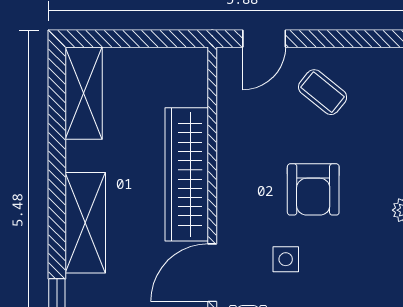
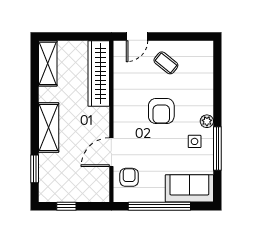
wardrobe: (187, 174) -> (99, 73), moved
side table: (286, 259) -> (195, 141), moved

